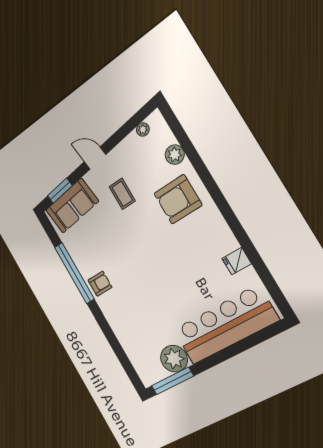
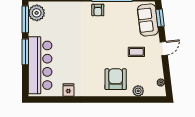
window: (218, 358) -> (25, 52), added
plant: (174, 359) -> (37, 13), moved

